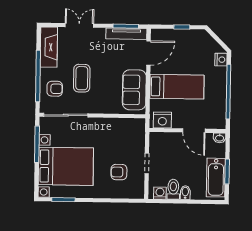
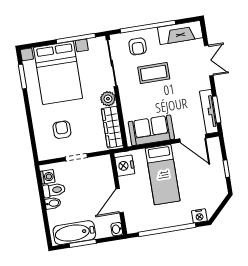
plant: (98, 125) -> (108, 99), added
wardrobe: (125, 125) -> (112, 127), added

